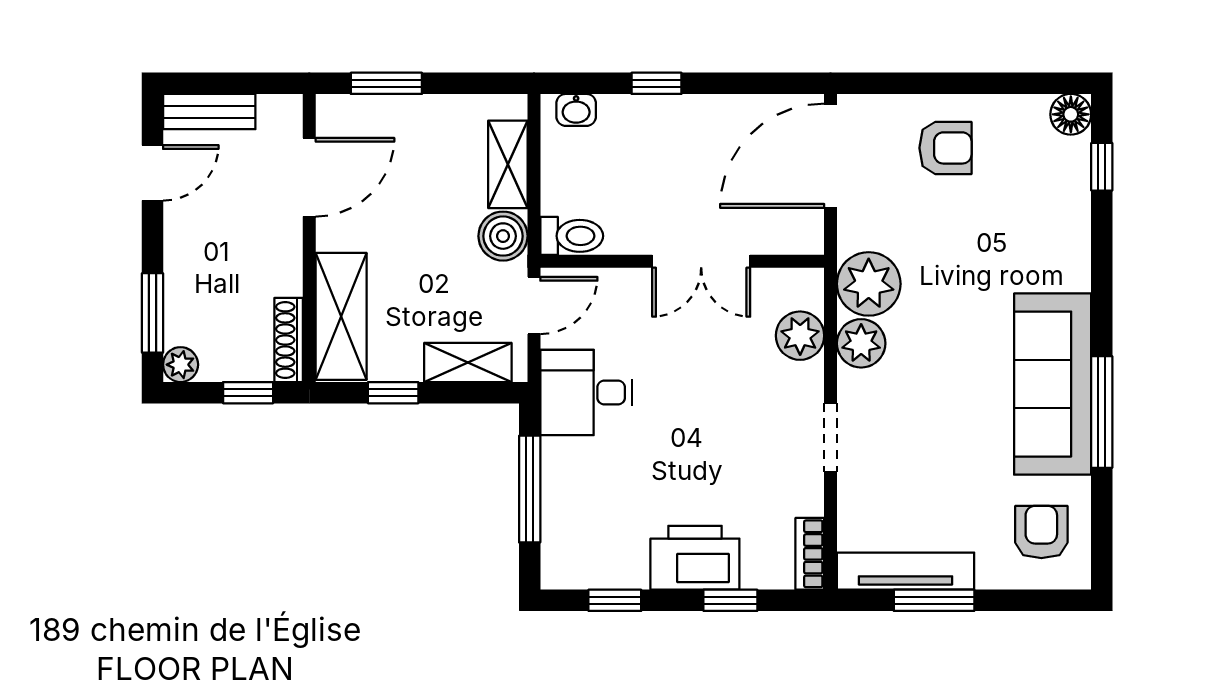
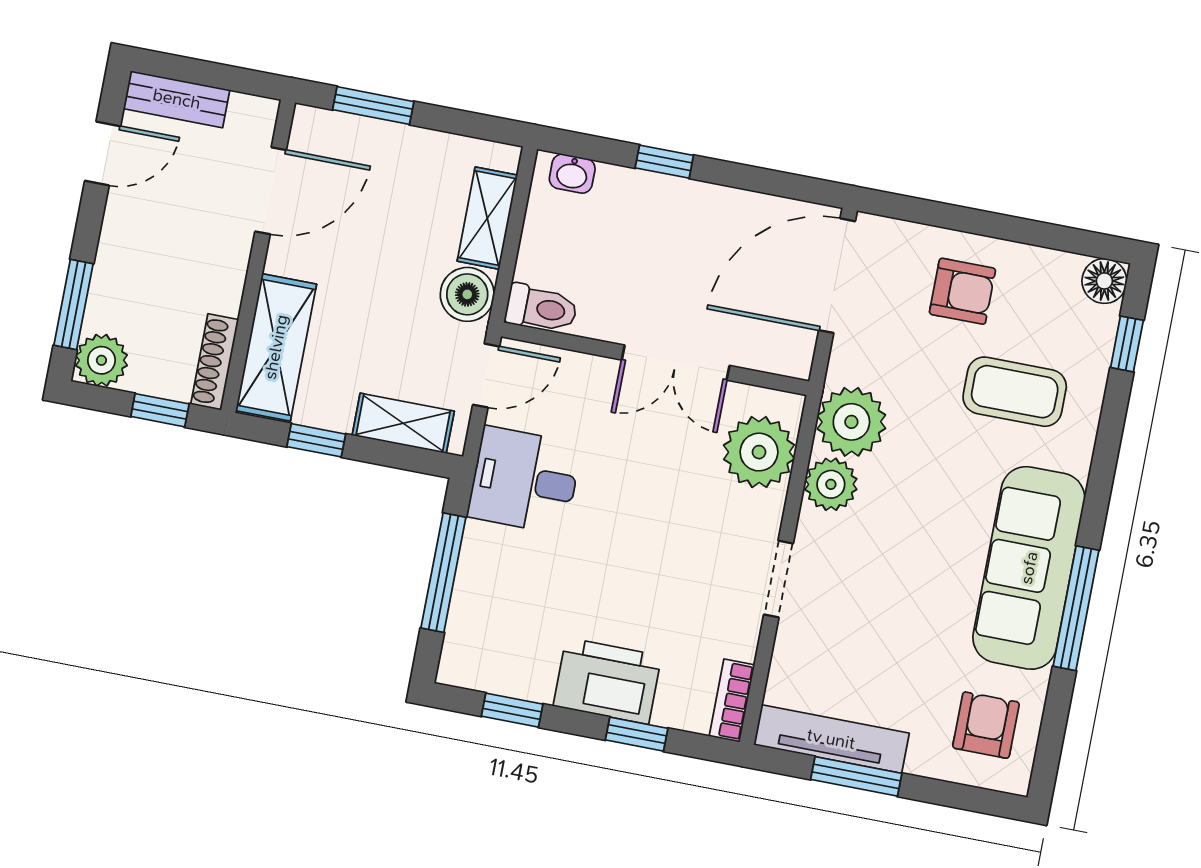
coffee table: (1010, 229) -> (1015, 392), added
plant: (800, 336) -> (759, 452), width x1.36, depth x1.36
plant: (181, 365) -> (101, 360), width x1.38, depth x1.38

